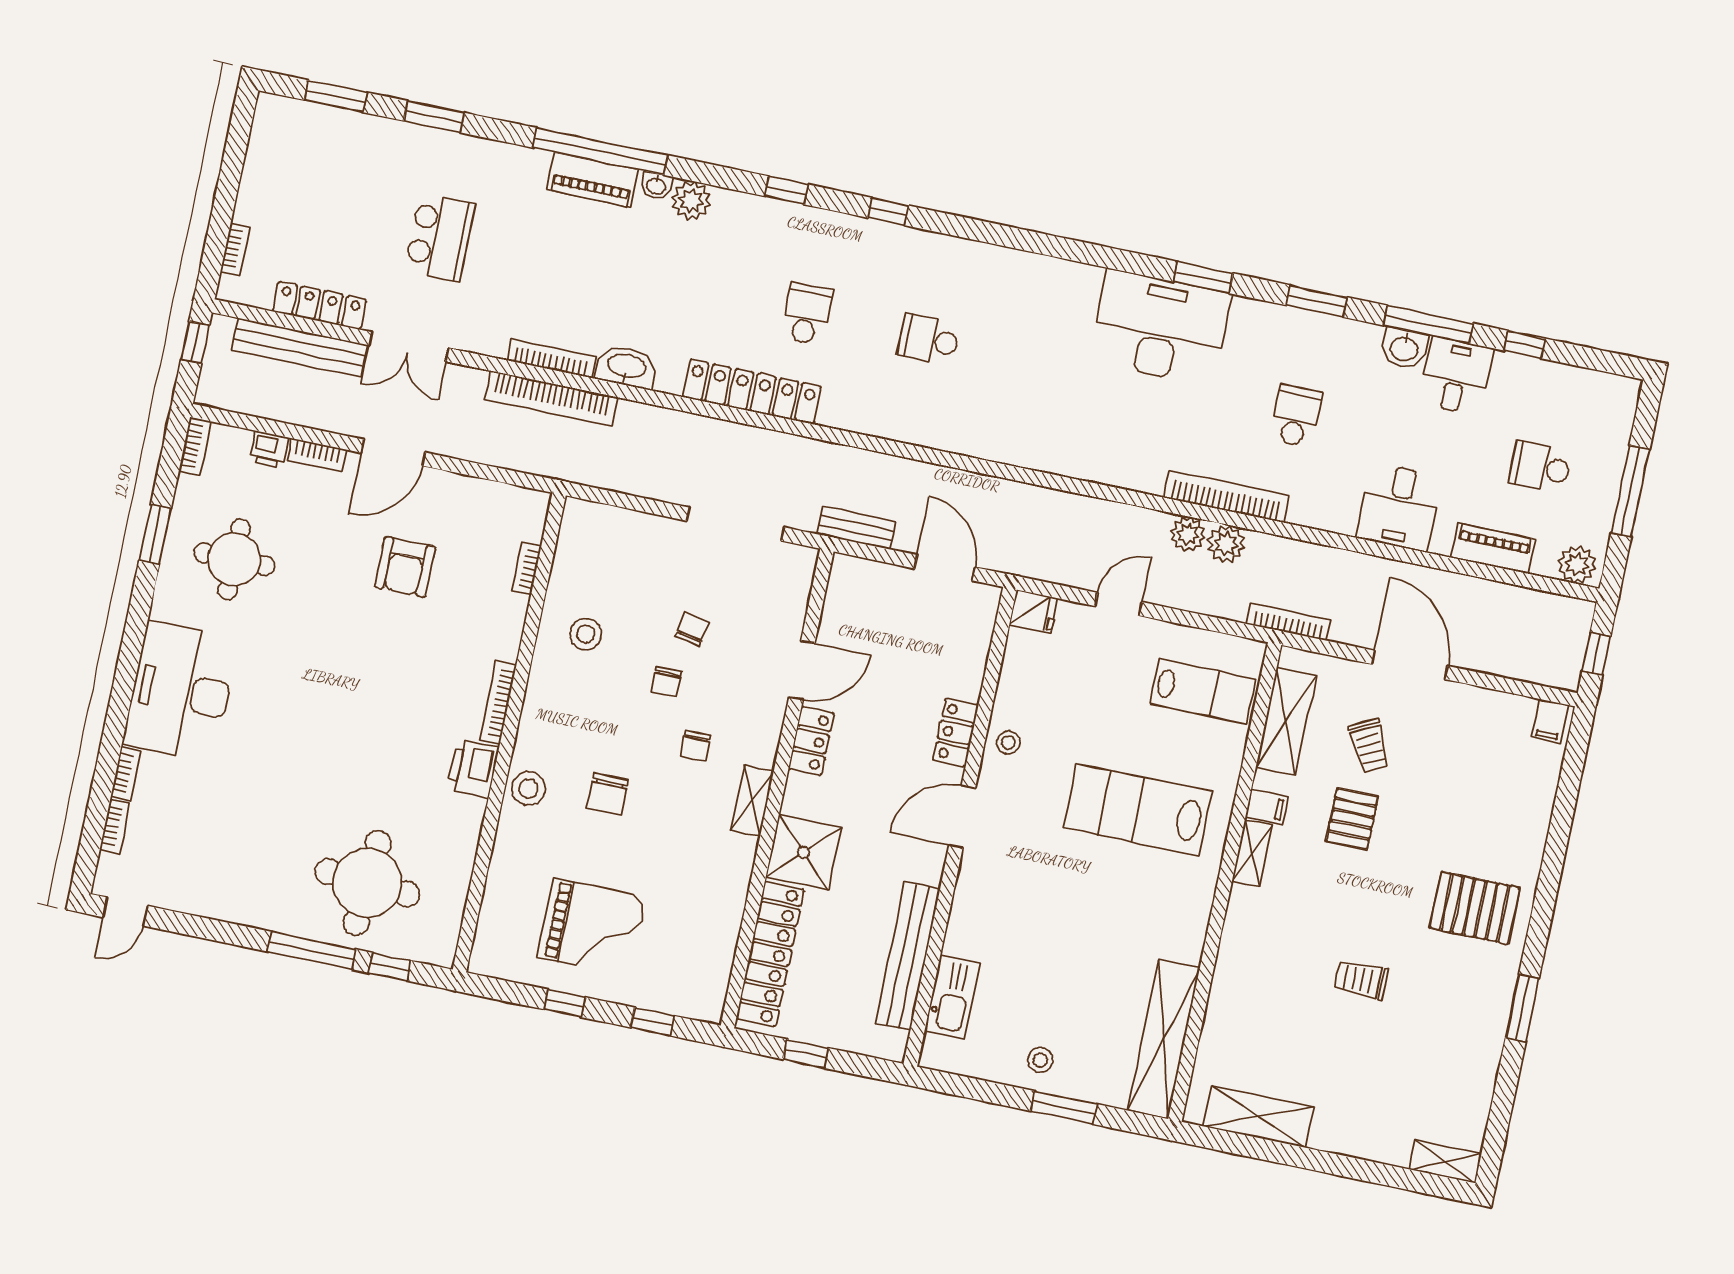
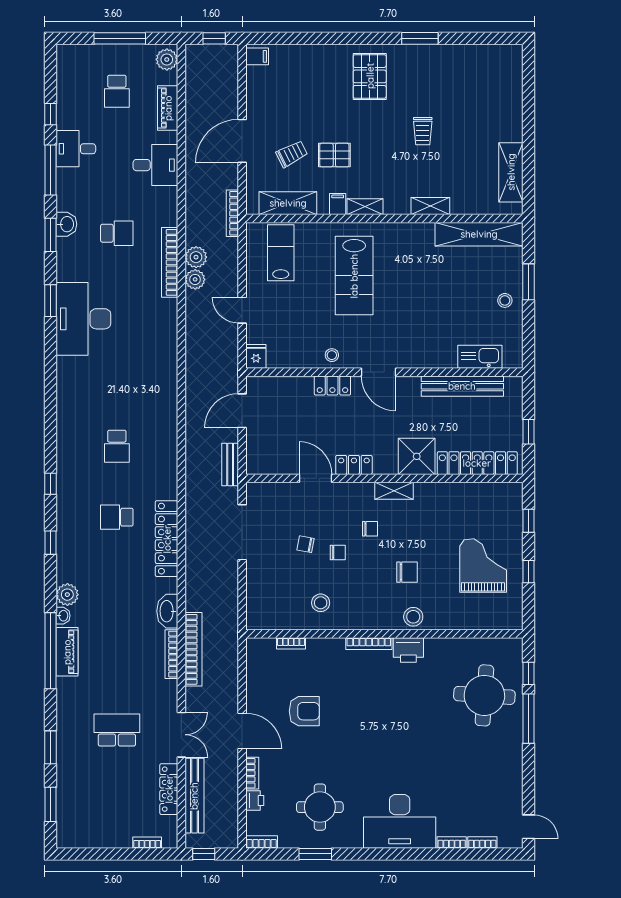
washbasin: (1404, 348) -> (66, 224), moved
school desk: (1296, 416) -> (117, 233), turned 180
shelving: (1445, 1162) -> (430, 206), moved, turned 90

